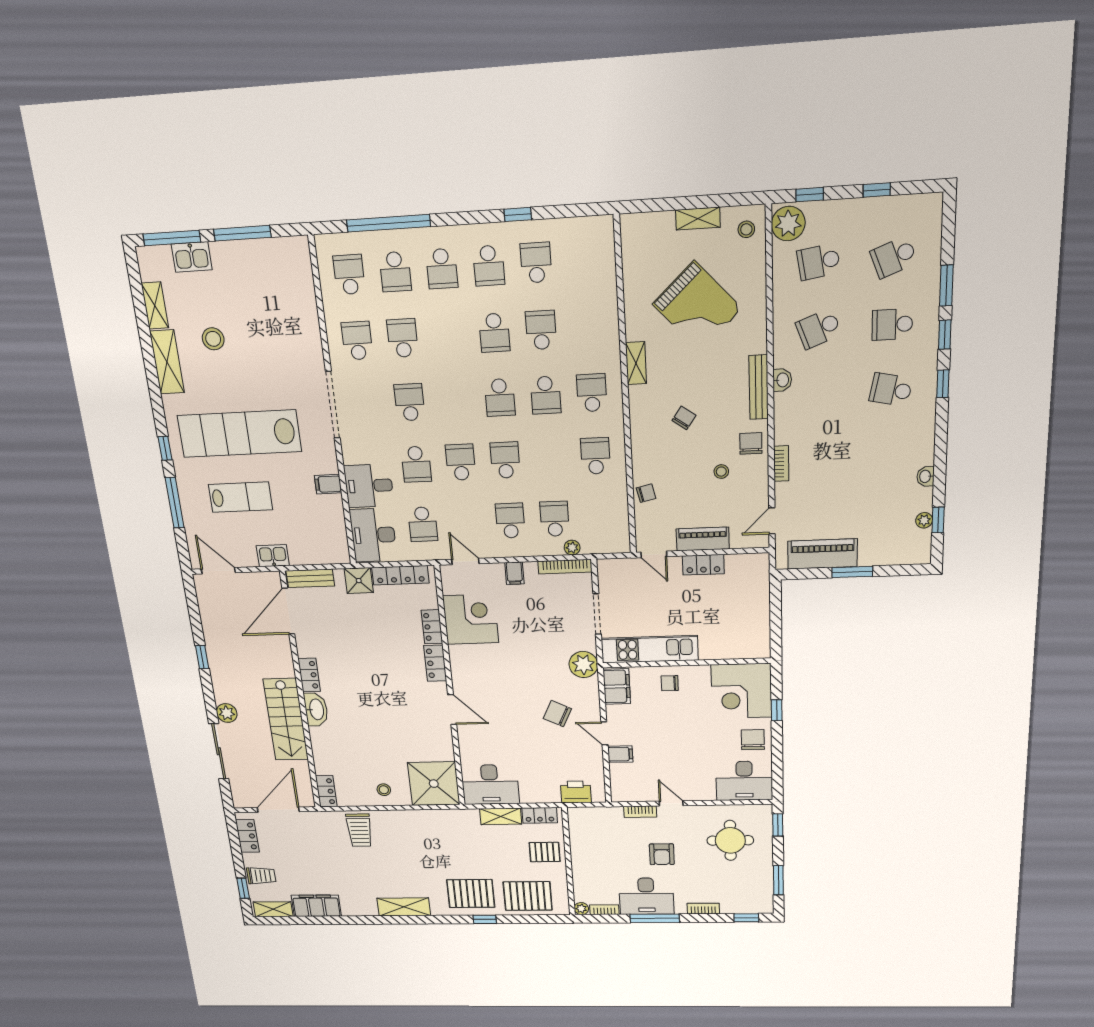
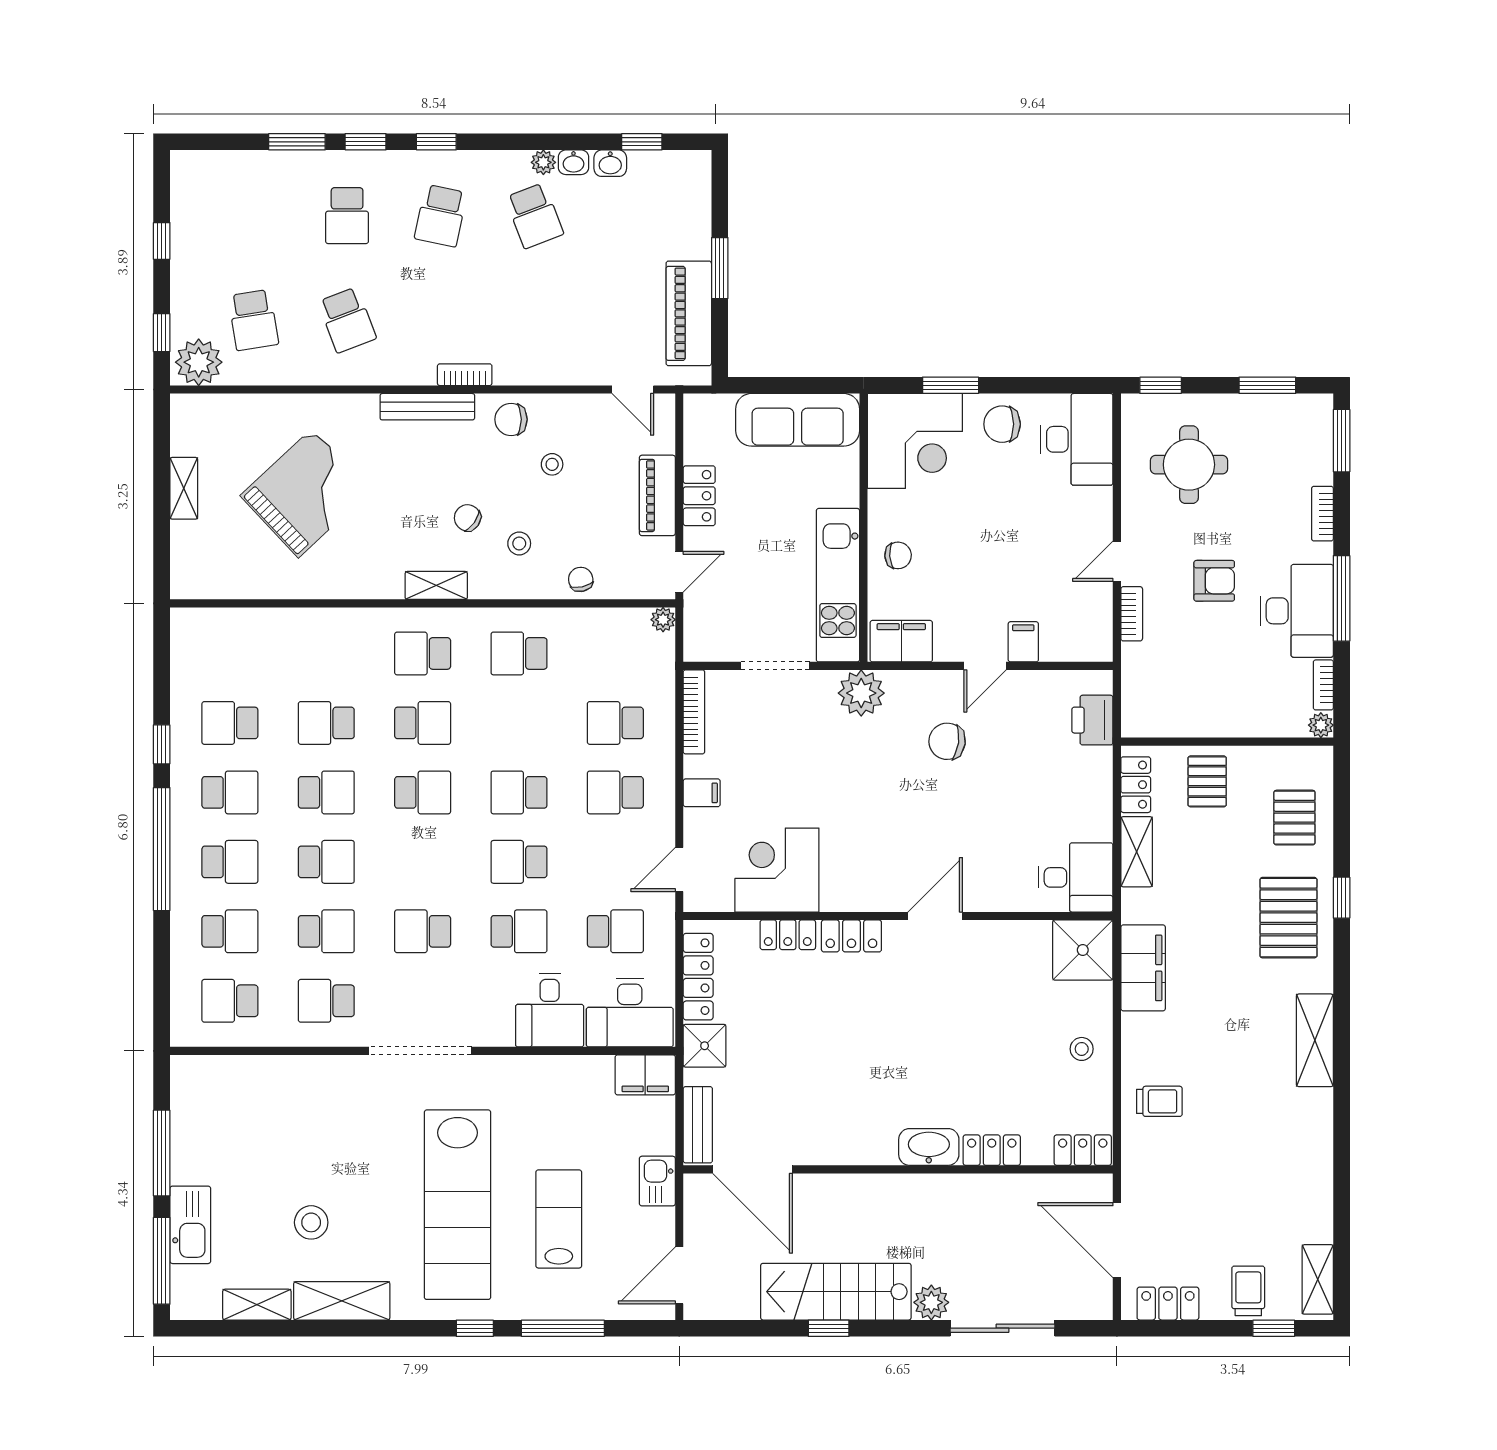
window: (388, 223) -> (162, 849), moved
stool: (746, 229) -> (519, 543), moved
kitchen sink: (192, 257) -> (190, 1225), width x1.38
school desk: (894, 257) -> (534, 216), moved
school desk: (448, 335) -> (326, 862), added
school desk: (403, 338) -> (326, 931), turned 180
shelving: (636, 363) -> (436, 585), moved
washbasin: (782, 380) -> (610, 163), moved, turned 180
bookcase: (781, 463) -> (465, 375), moved
filing cabinet: (328, 484) -> (645, 1075), moved, width x2.00
plant: (924, 520) -> (543, 162), moved
plant: (572, 548) -> (663, 620), moved
sofa: (754, 622) -> (798, 420), added
locker: (309, 675) -> (992, 1150), moved
chair: (670, 683) -> (898, 555), turned -94
window: (777, 710) -> (951, 385), width x1.50
chair: (557, 714) -> (947, 741), turned 72
stairs: (286, 720) -> (836, 1292), moved, turned 180
shower: (434, 784) -> (1083, 950), width x0.73, depth x0.73
desk: (490, 785) -> (1076, 877), width x0.73
trolley: (359, 830) -> (1159, 1101), width x0.73, depth x0.72
pallet: (528, 896) -> (1294, 818), width x0.67, depth x0.71
filing cabinet: (316, 906) -> (1143, 968), moved, turned 180
window: (746, 918) -> (1342, 441), width x1.50

